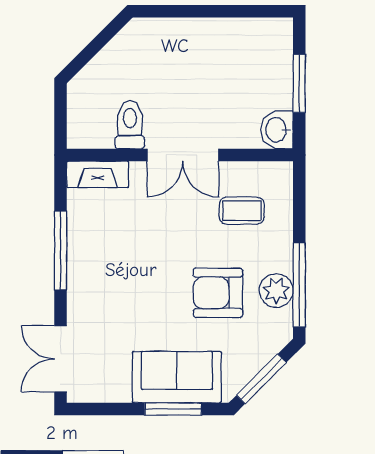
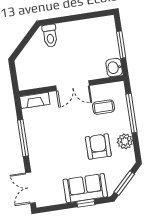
toilet: (130, 125) -> (50, 36), moved, turned 180
window: (299, 285) -> (131, 113), moved
armchair: (218, 293) -> (98, 146), turned 90
window: (173, 409) -> (86, 203), width x0.67

